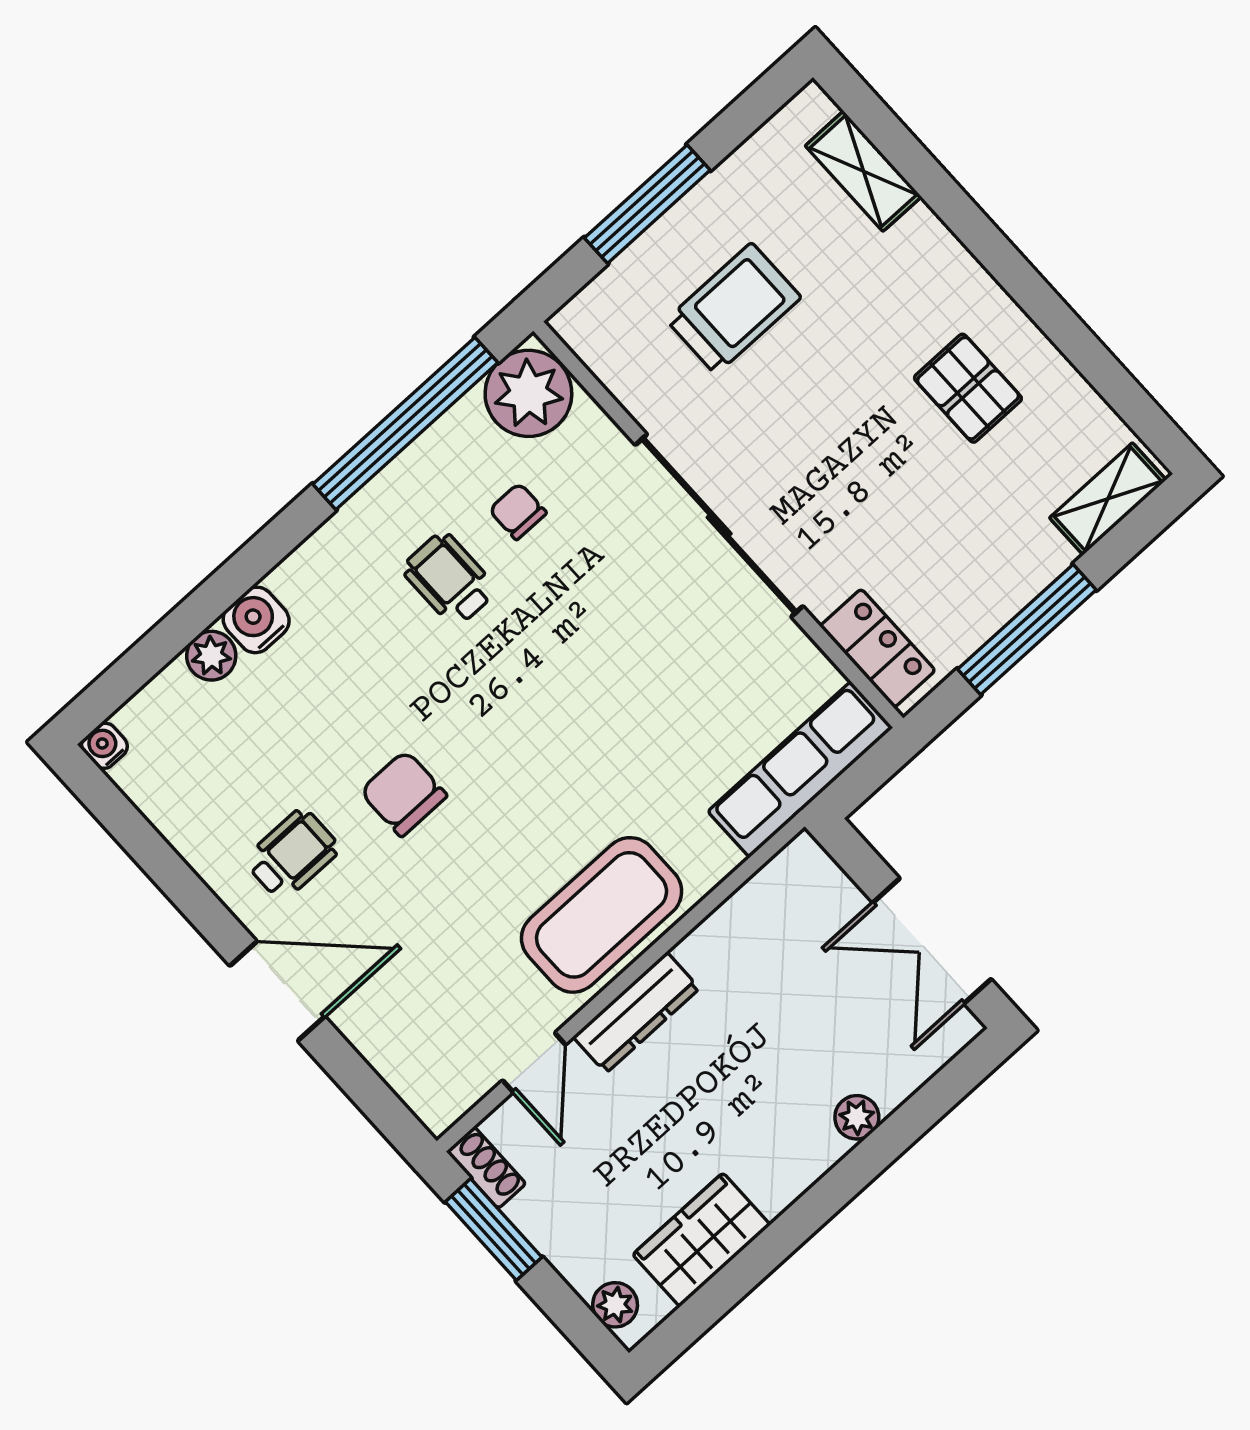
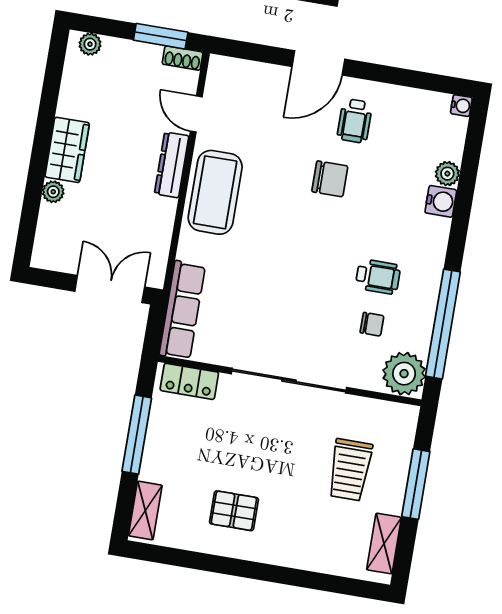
shelving: (863, 171) -> (384, 544), moved, turned 90
double door: (932, 941) -> (110, 289), moved
wardrobe: (702, 1240) -> (67, 150), moved

